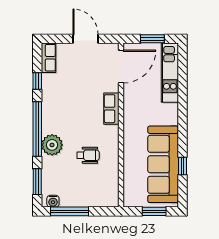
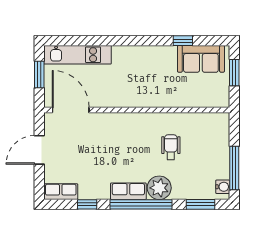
row of seats: (111, 109) -> (128, 191), moved, turned 180
sofa: (163, 164) -> (201, 59), width x0.54, depth x0.79

